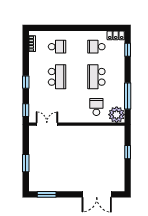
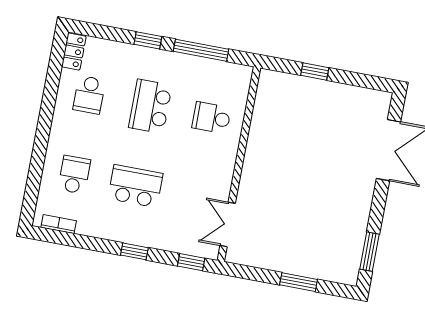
window: (128, 50) -> (148, 40), moved
school desk: (96, 77) -> (150, 106), turned 90
plant: (117, 115) -> (235, 80), removed

